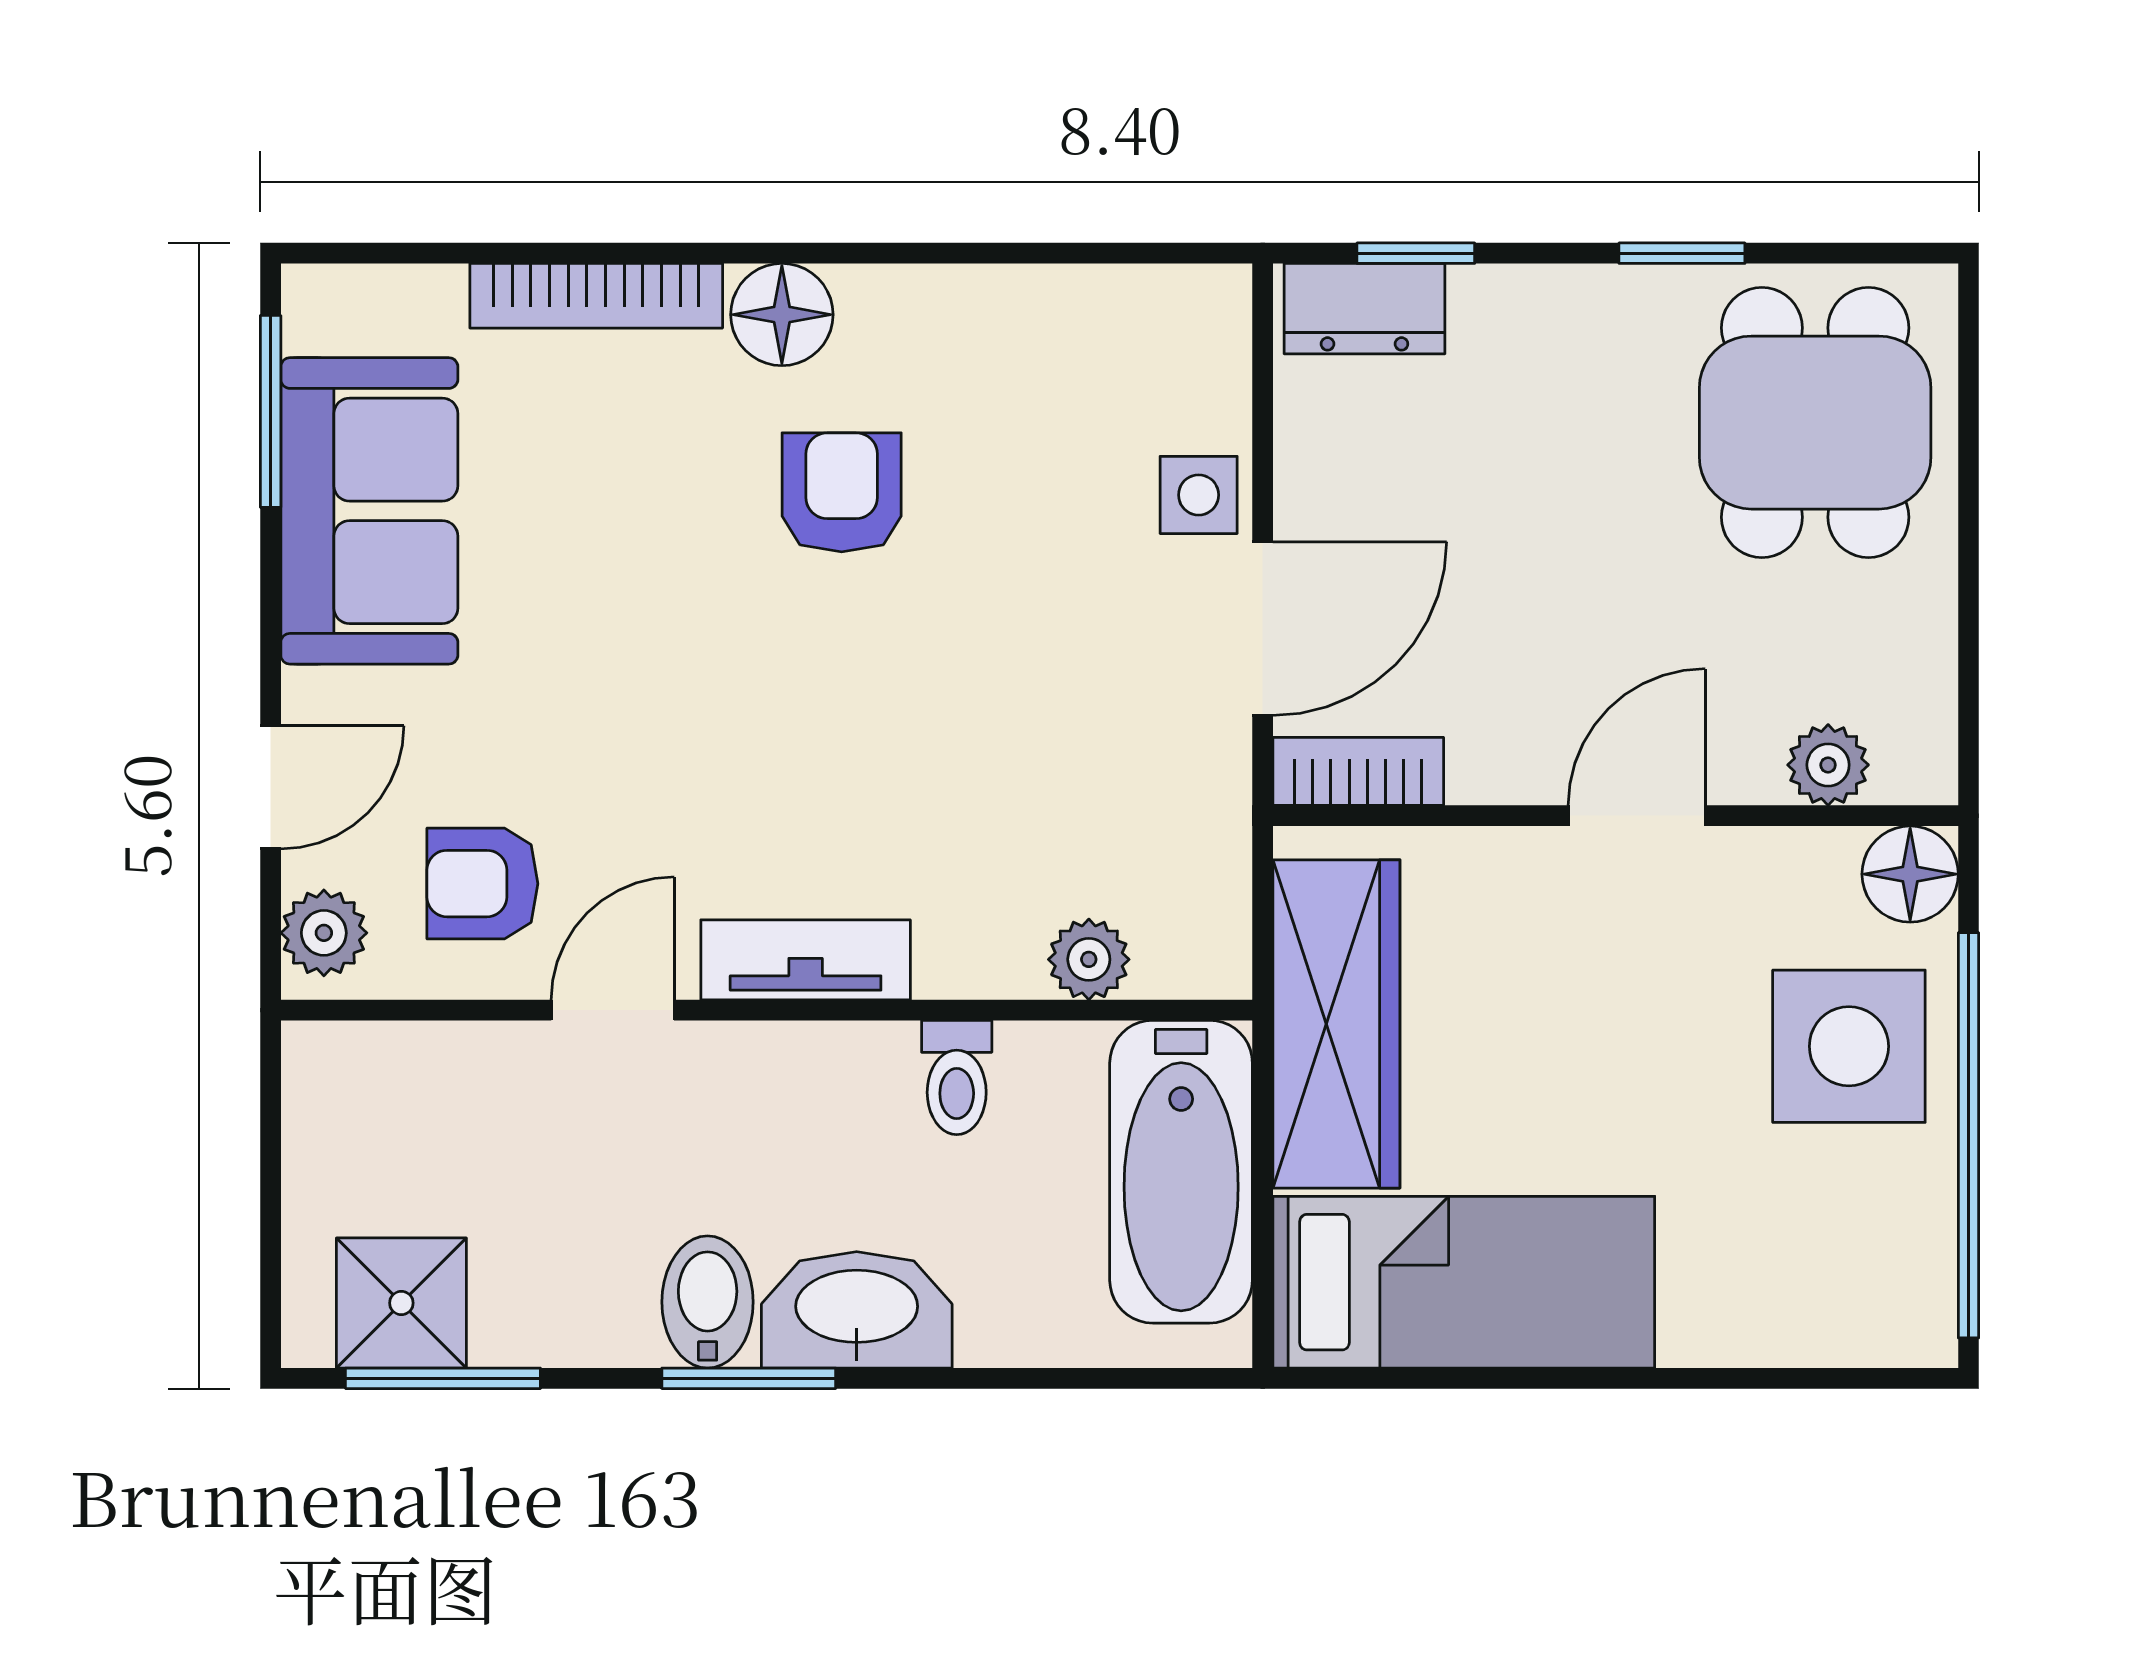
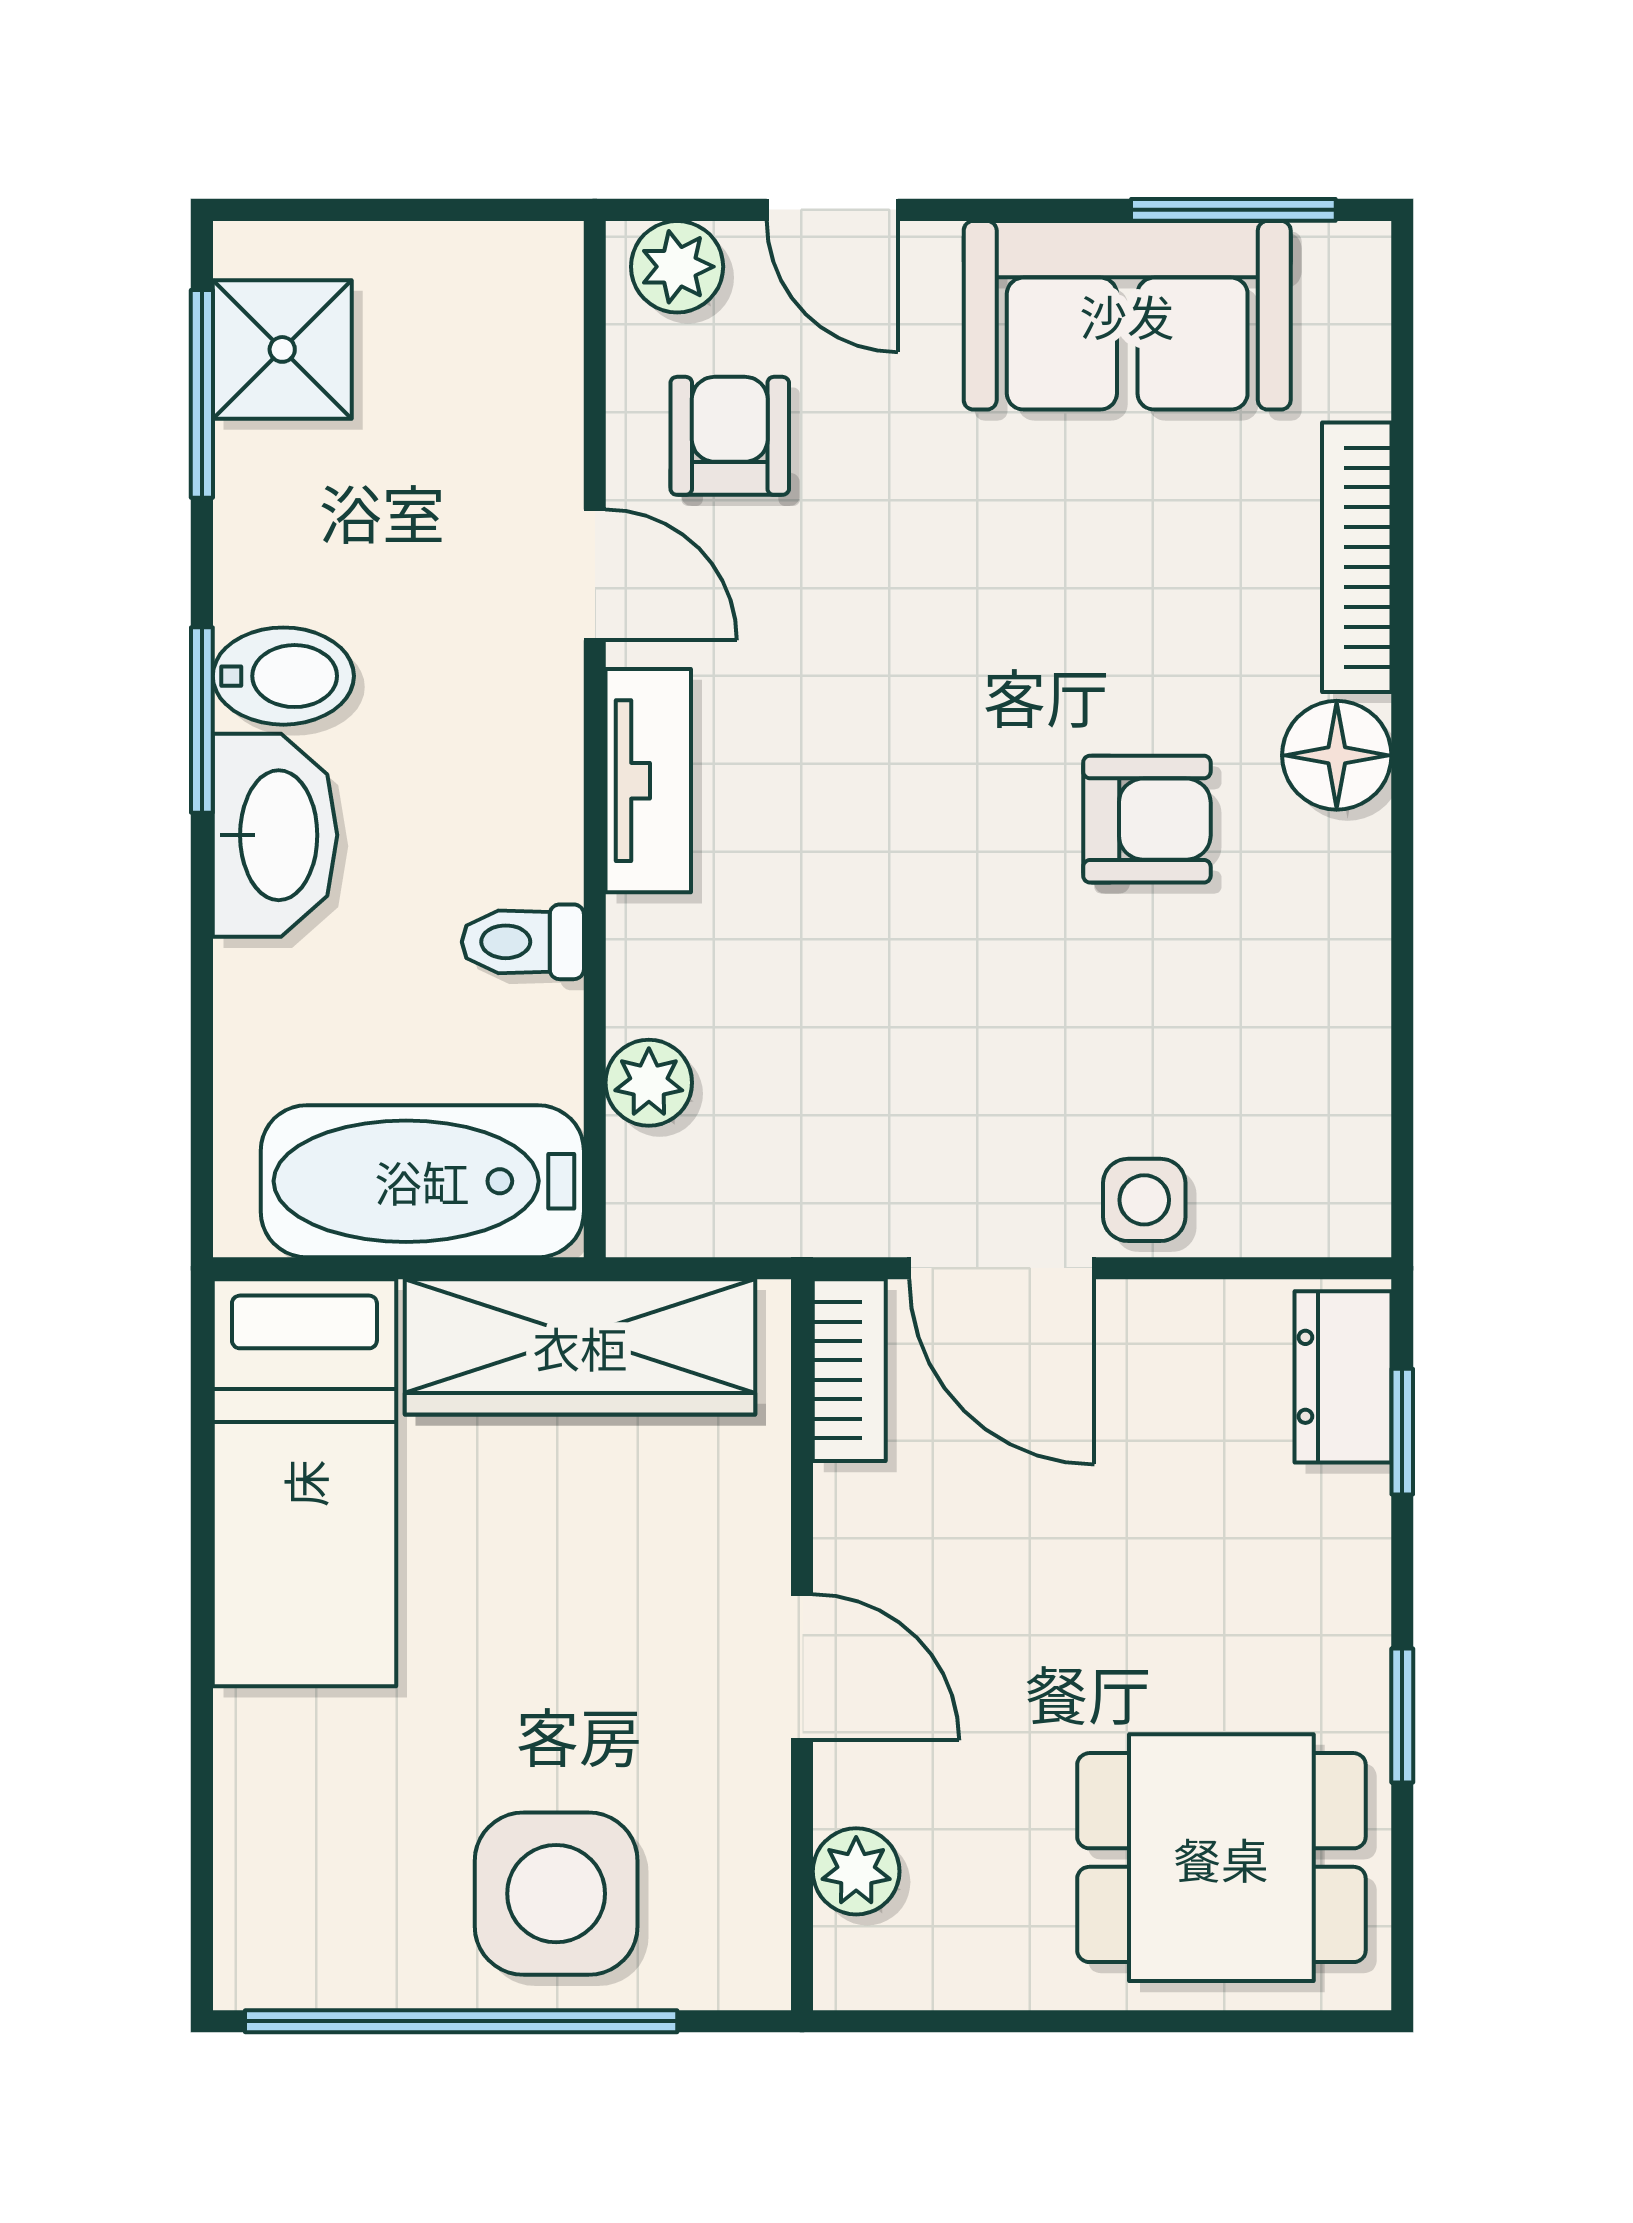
floor lamp: (1910, 874) -> (740, 1959), removed

